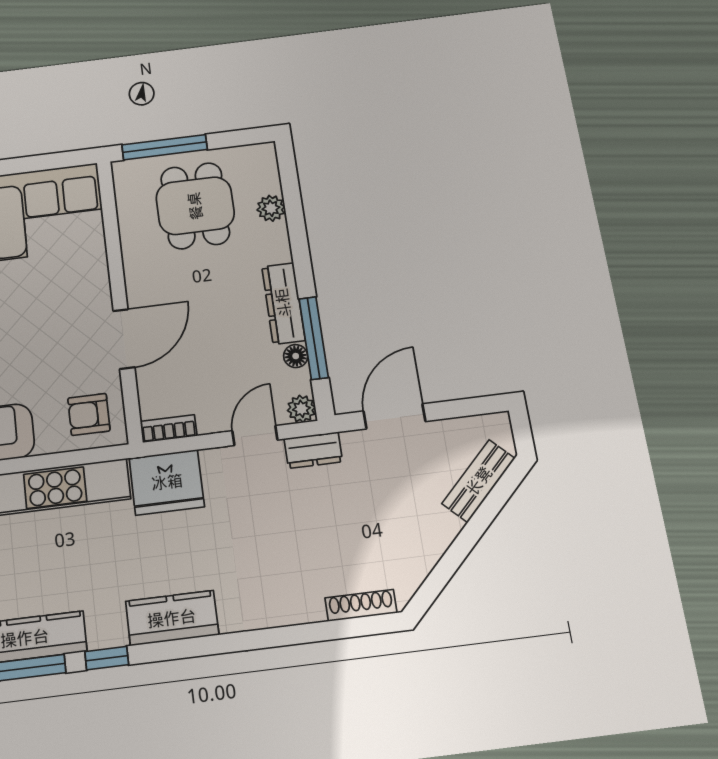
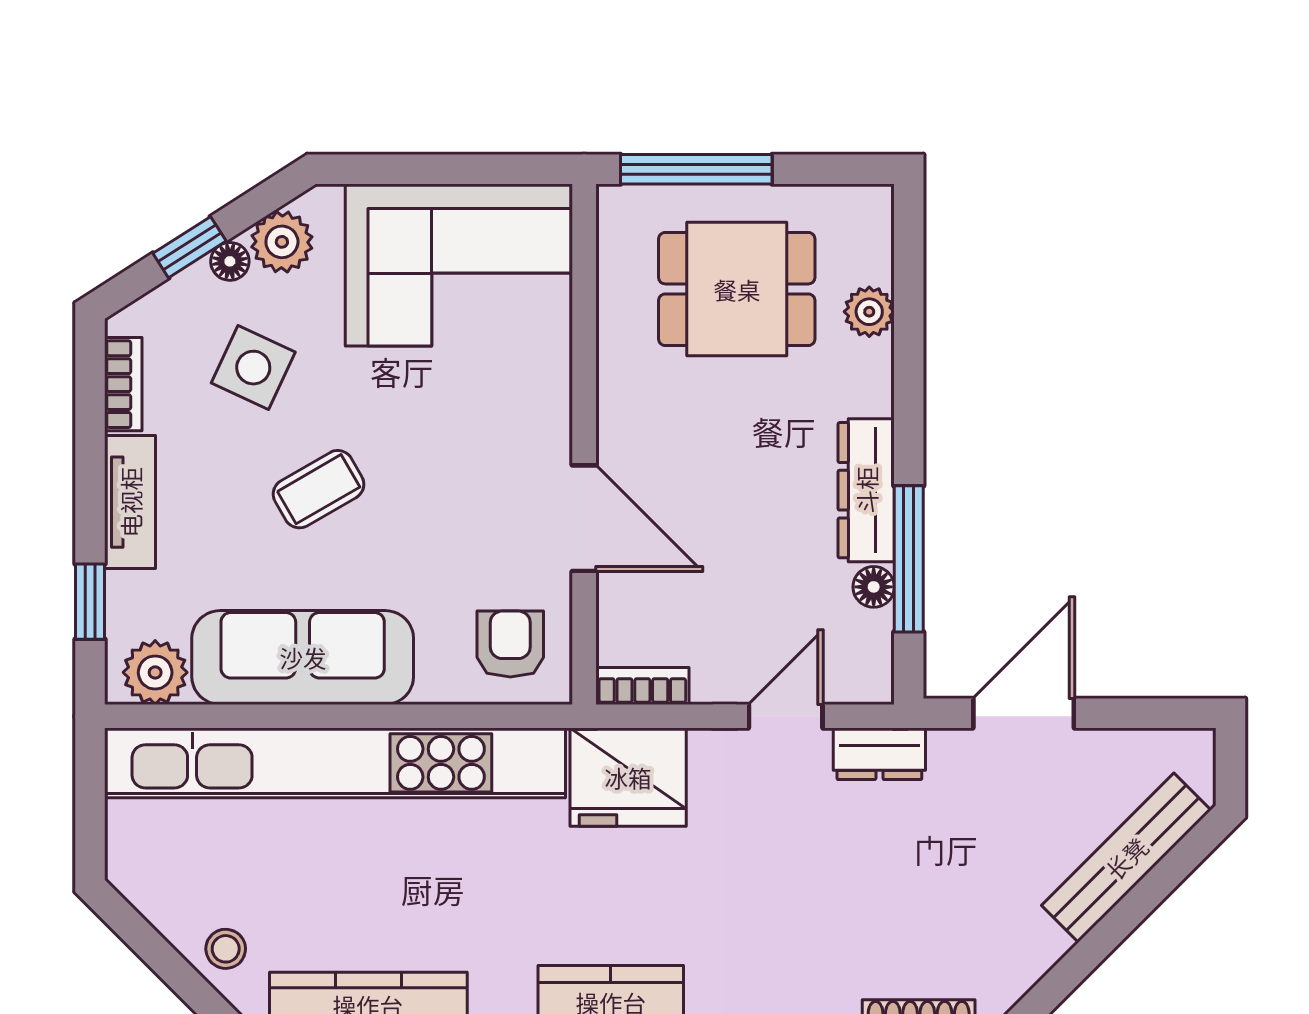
dining table: (195, 206) -> (737, 289), turned 90
door: (124, 339) -> (584, 518), hinge flipped
plant: (301, 409) -> (870, 680), removed
armchair: (89, 414) -> (510, 644), turned 90
bench: (479, 481) -> (1126, 858), width x1.36

